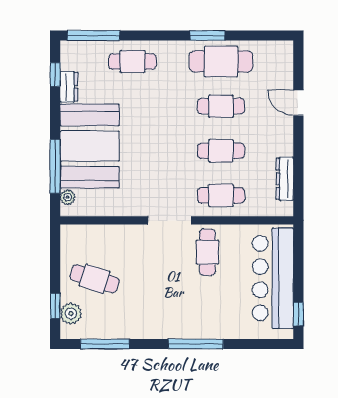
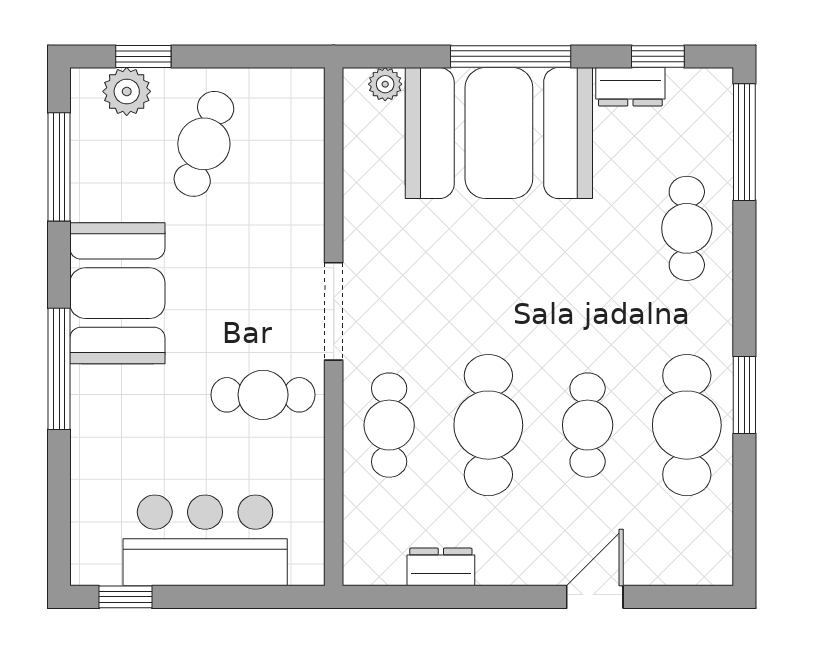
cafe table: (221, 151) -> (488, 425), width x1.37, depth x1.35
window: (55, 166) -> (511, 56), moved
dresser: (285, 179) -> (441, 567), width x0.70
bar counter: (273, 278) -> (205, 540), width x0.73
booth: (162, 318) -> (117, 293), added

